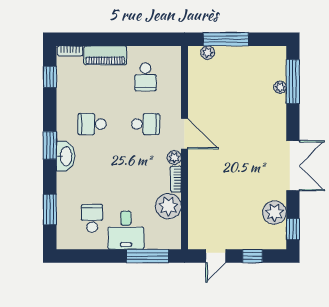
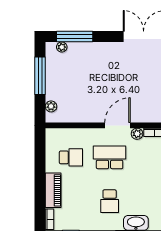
window: (226, 39) -> (40, 76), moved
plant: (280, 87) -> (62, 47), moved
school desk: (145, 124) -> (110, 157), width x1.85

